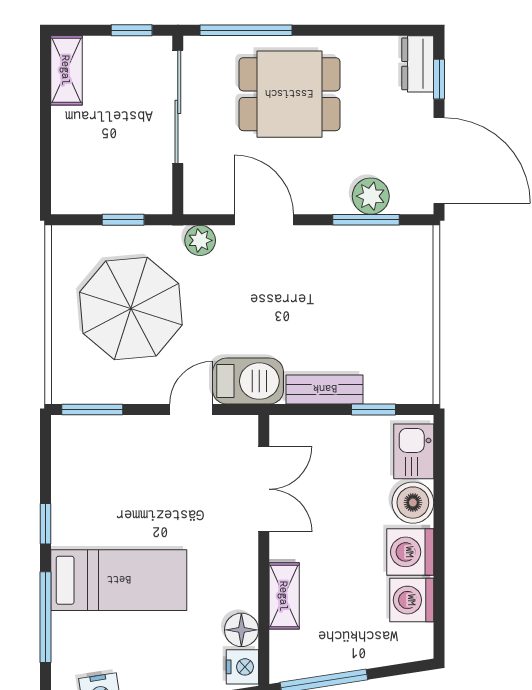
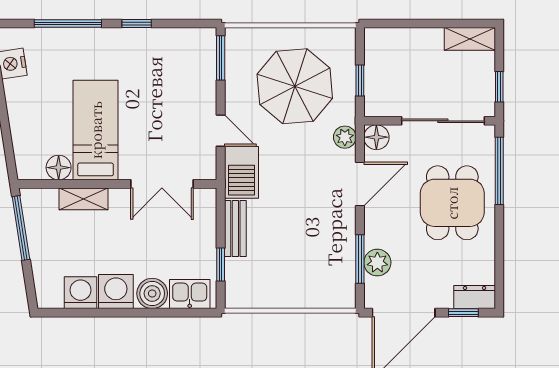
floor lamp: (200, 197) -> (376, 137), added
bed: (119, 580) -> (96, 130), moved, turned 180
nightstand: (242, 667) -> (31, 168), removed

